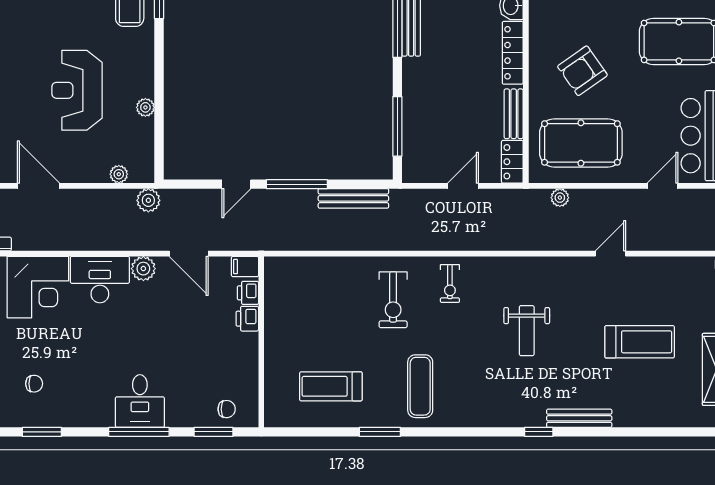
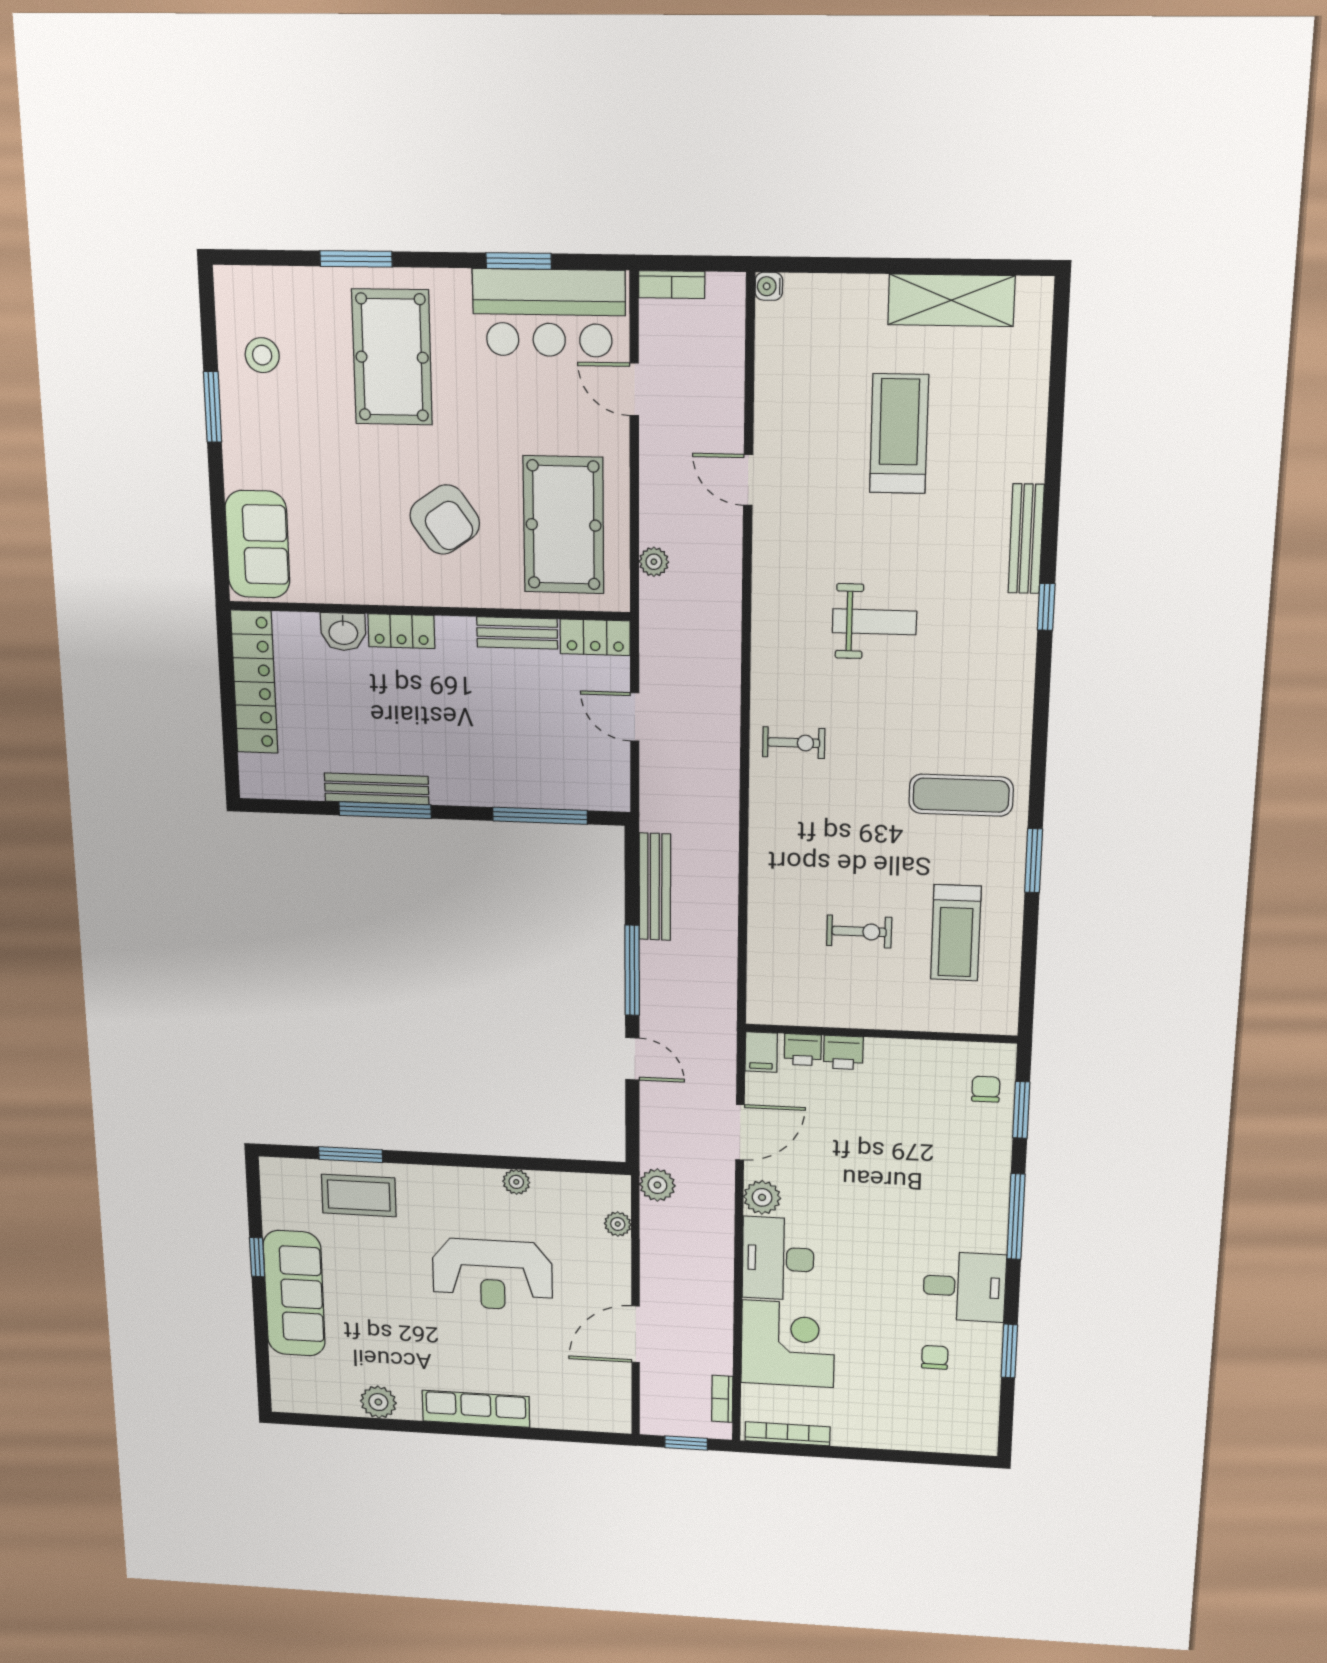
locker: (513, 53) -> (401, 631), width x0.66
exercise bike: (393, 300) -> (859, 931), moved, width x0.73, depth x0.72
desk: (140, 401) -> (964, 1287), moved

